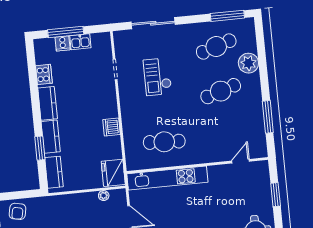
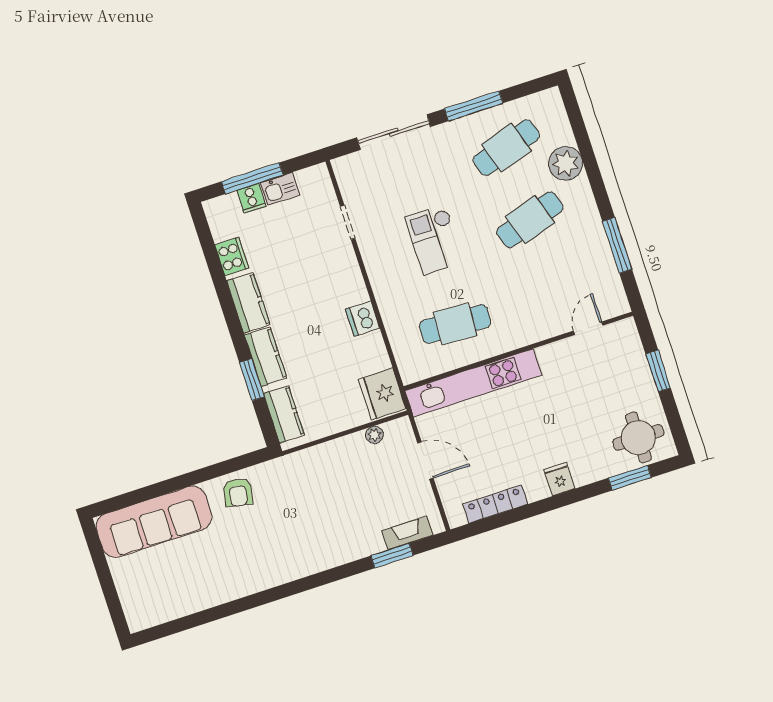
window: (227, 16) -> (474, 106), moved
checkout: (158, 77) -> (435, 239), moved

